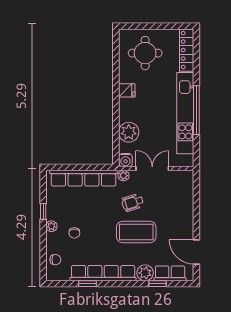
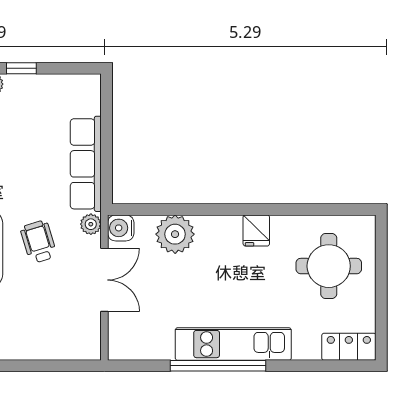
locker: (187, 50) -> (349, 347), width x0.66
kitchen unit: (185, 113) -> (233, 344), width x0.73
row of seats: (84, 178) -> (86, 164), width x0.73

